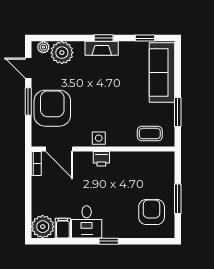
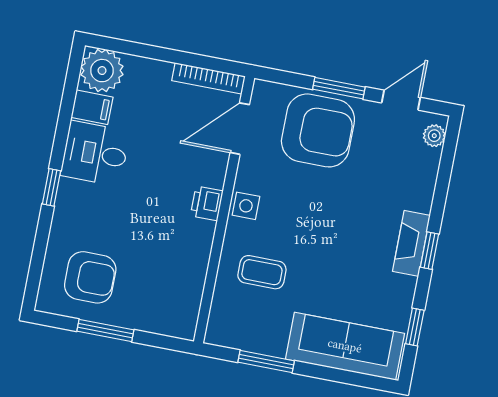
plant: (62, 53) -> (418, 168), removed
coffee table: (150, 134) -> (262, 272), moved, turned 90
bookcase: (36, 164) -> (209, 78), width x1.56

